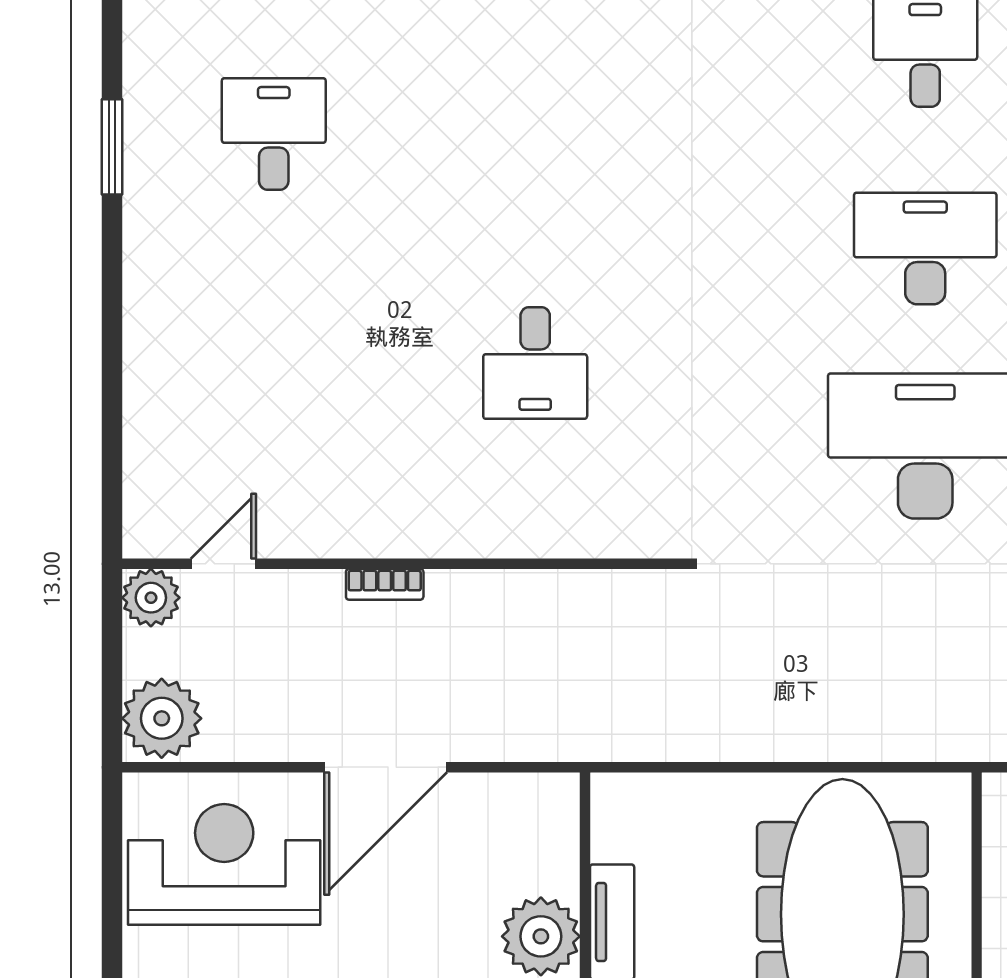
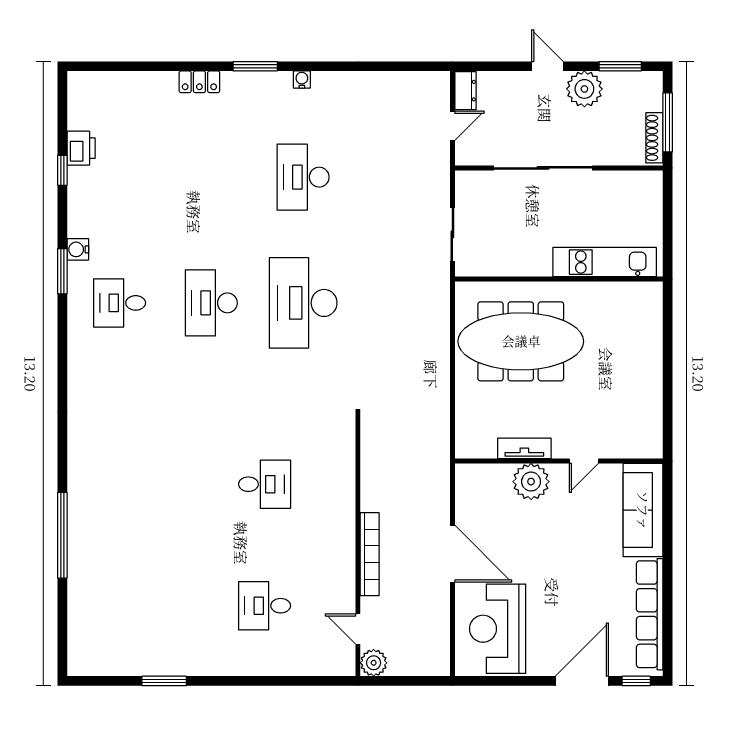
desk: (274, 134) -> (265, 606), moved
bookcase: (385, 584) -> (370, 554), width x2.31, depth x1.31
plant: (162, 718) -> (430, 658), removed

